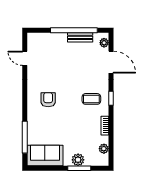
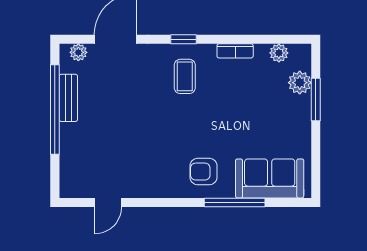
armchair: (48, 100) -> (203, 172), moved
window: (25, 137) -> (235, 203), moved
sofa: (45, 155) -> (270, 178), moved, turned 90
plant: (78, 160) -> (300, 83), moved

